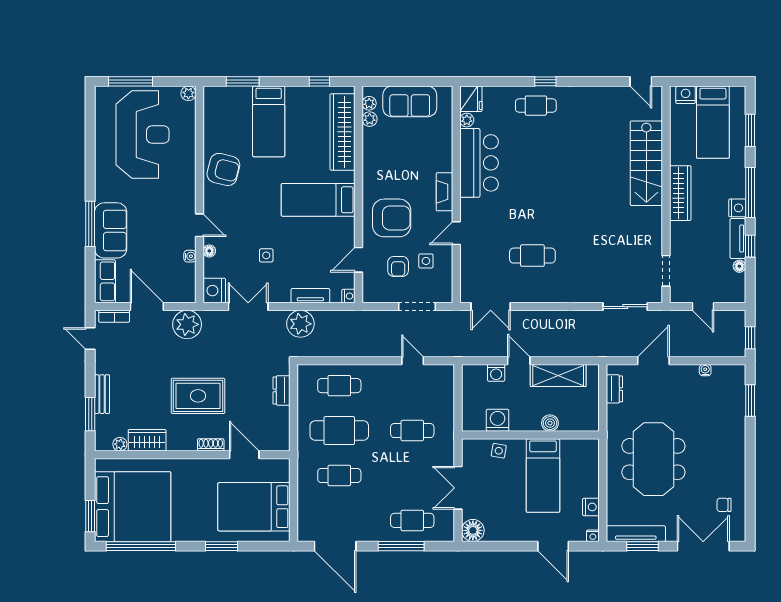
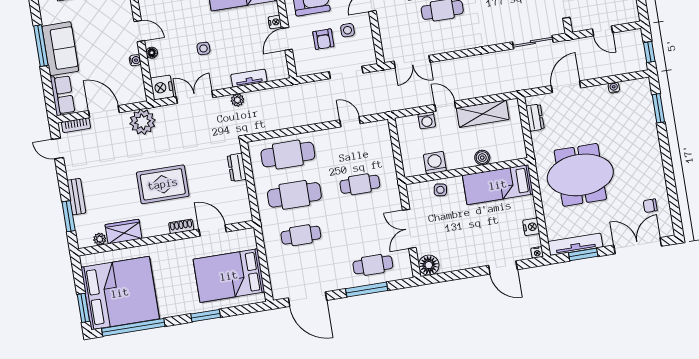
nightstand: (348, 296) -> (275, 22), moved
plant: (300, 324) -> (237, 100), width x0.53, depth x0.53
cafe table: (339, 386) -> (288, 155), width x1.37, depth x1.35
meeting table: (653, 459) -> (580, 175), turned 90
bed: (543, 475) -> (498, 185), moved, turned 90

